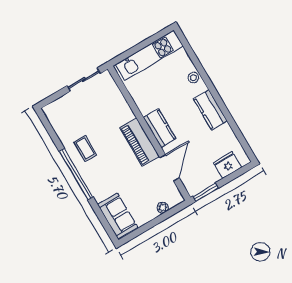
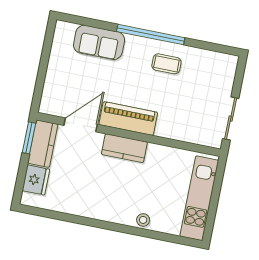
kitchen counter: (210, 110) -> (43, 144), moved, turned 90
door: (169, 168) -> (81, 125), swing flipped
plant: (163, 208) -> (50, 86), removed
sofa: (118, 216) -> (99, 42), moved

